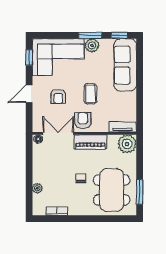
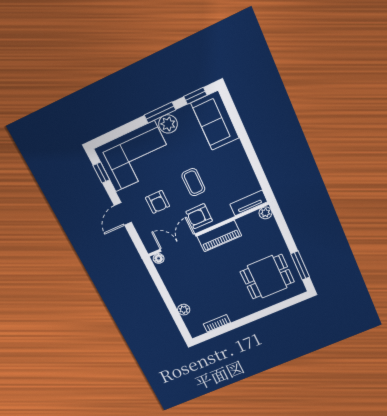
sofa: (125, 65) -> (215, 121), width x0.73
armchair: (83, 120) -> (199, 216), turned -90
plant: (127, 144) -> (265, 213), width x0.53, depth x0.53
chair: (81, 178) -> (227, 279), removed
dining table: (112, 190) -> (267, 277), width x0.73

